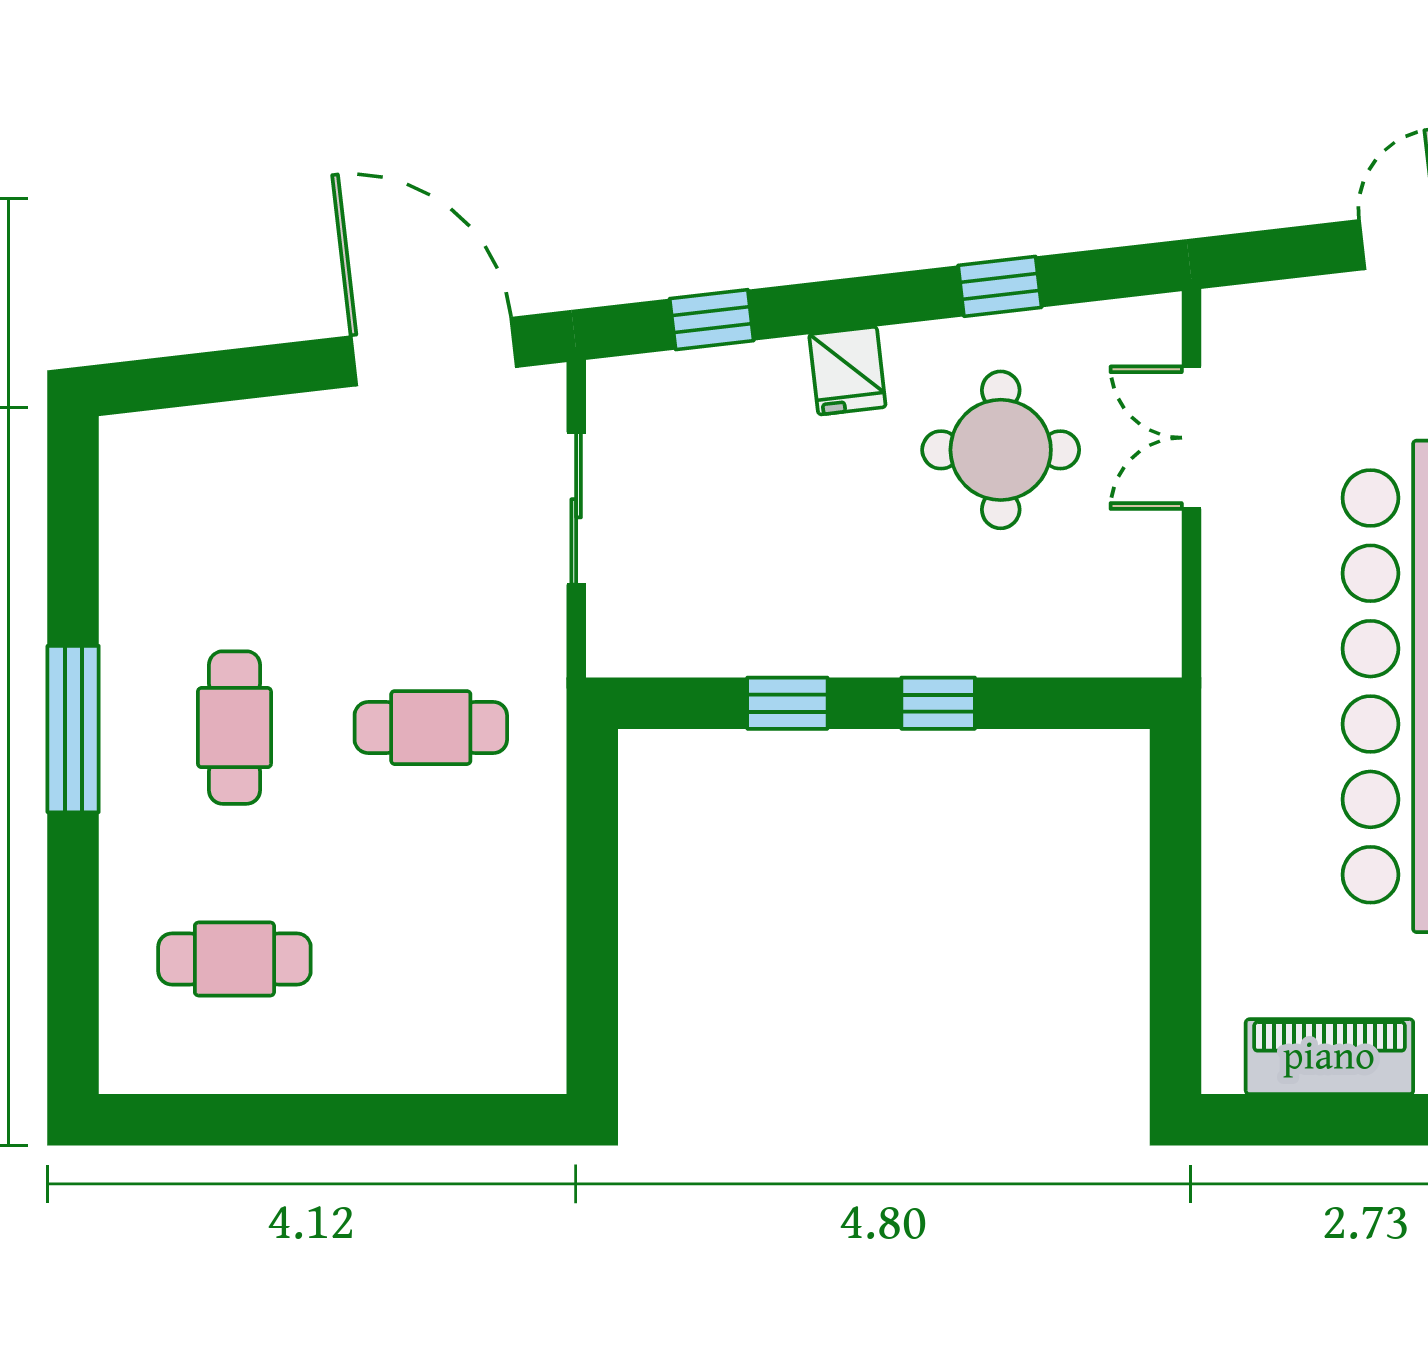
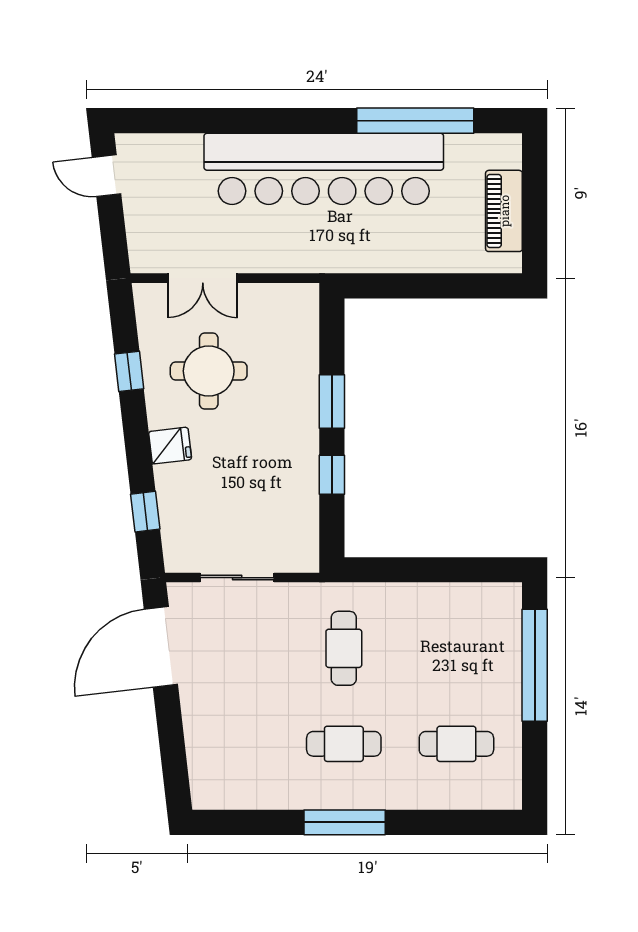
window: (938, 703) -> (332, 401), width x1.50
cafe table: (234, 959) -> (456, 744), turned 90
window: (396, 1120) -> (535, 665), added

